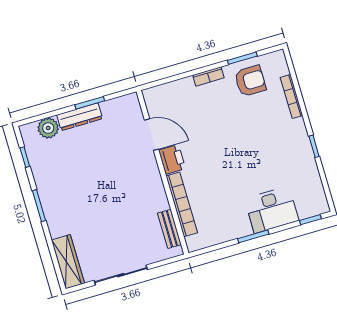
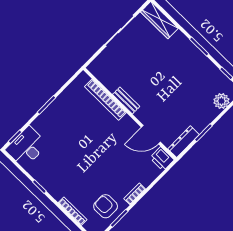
armchair: (250, 81) -> (106, 206), turned 90
dresser: (80, 117) -> (183, 142), moved
printer: (172, 159) -> (162, 159), moved
desk: (272, 210) -> (27, 147), moved
bench: (169, 229) -> (126, 100), moved

